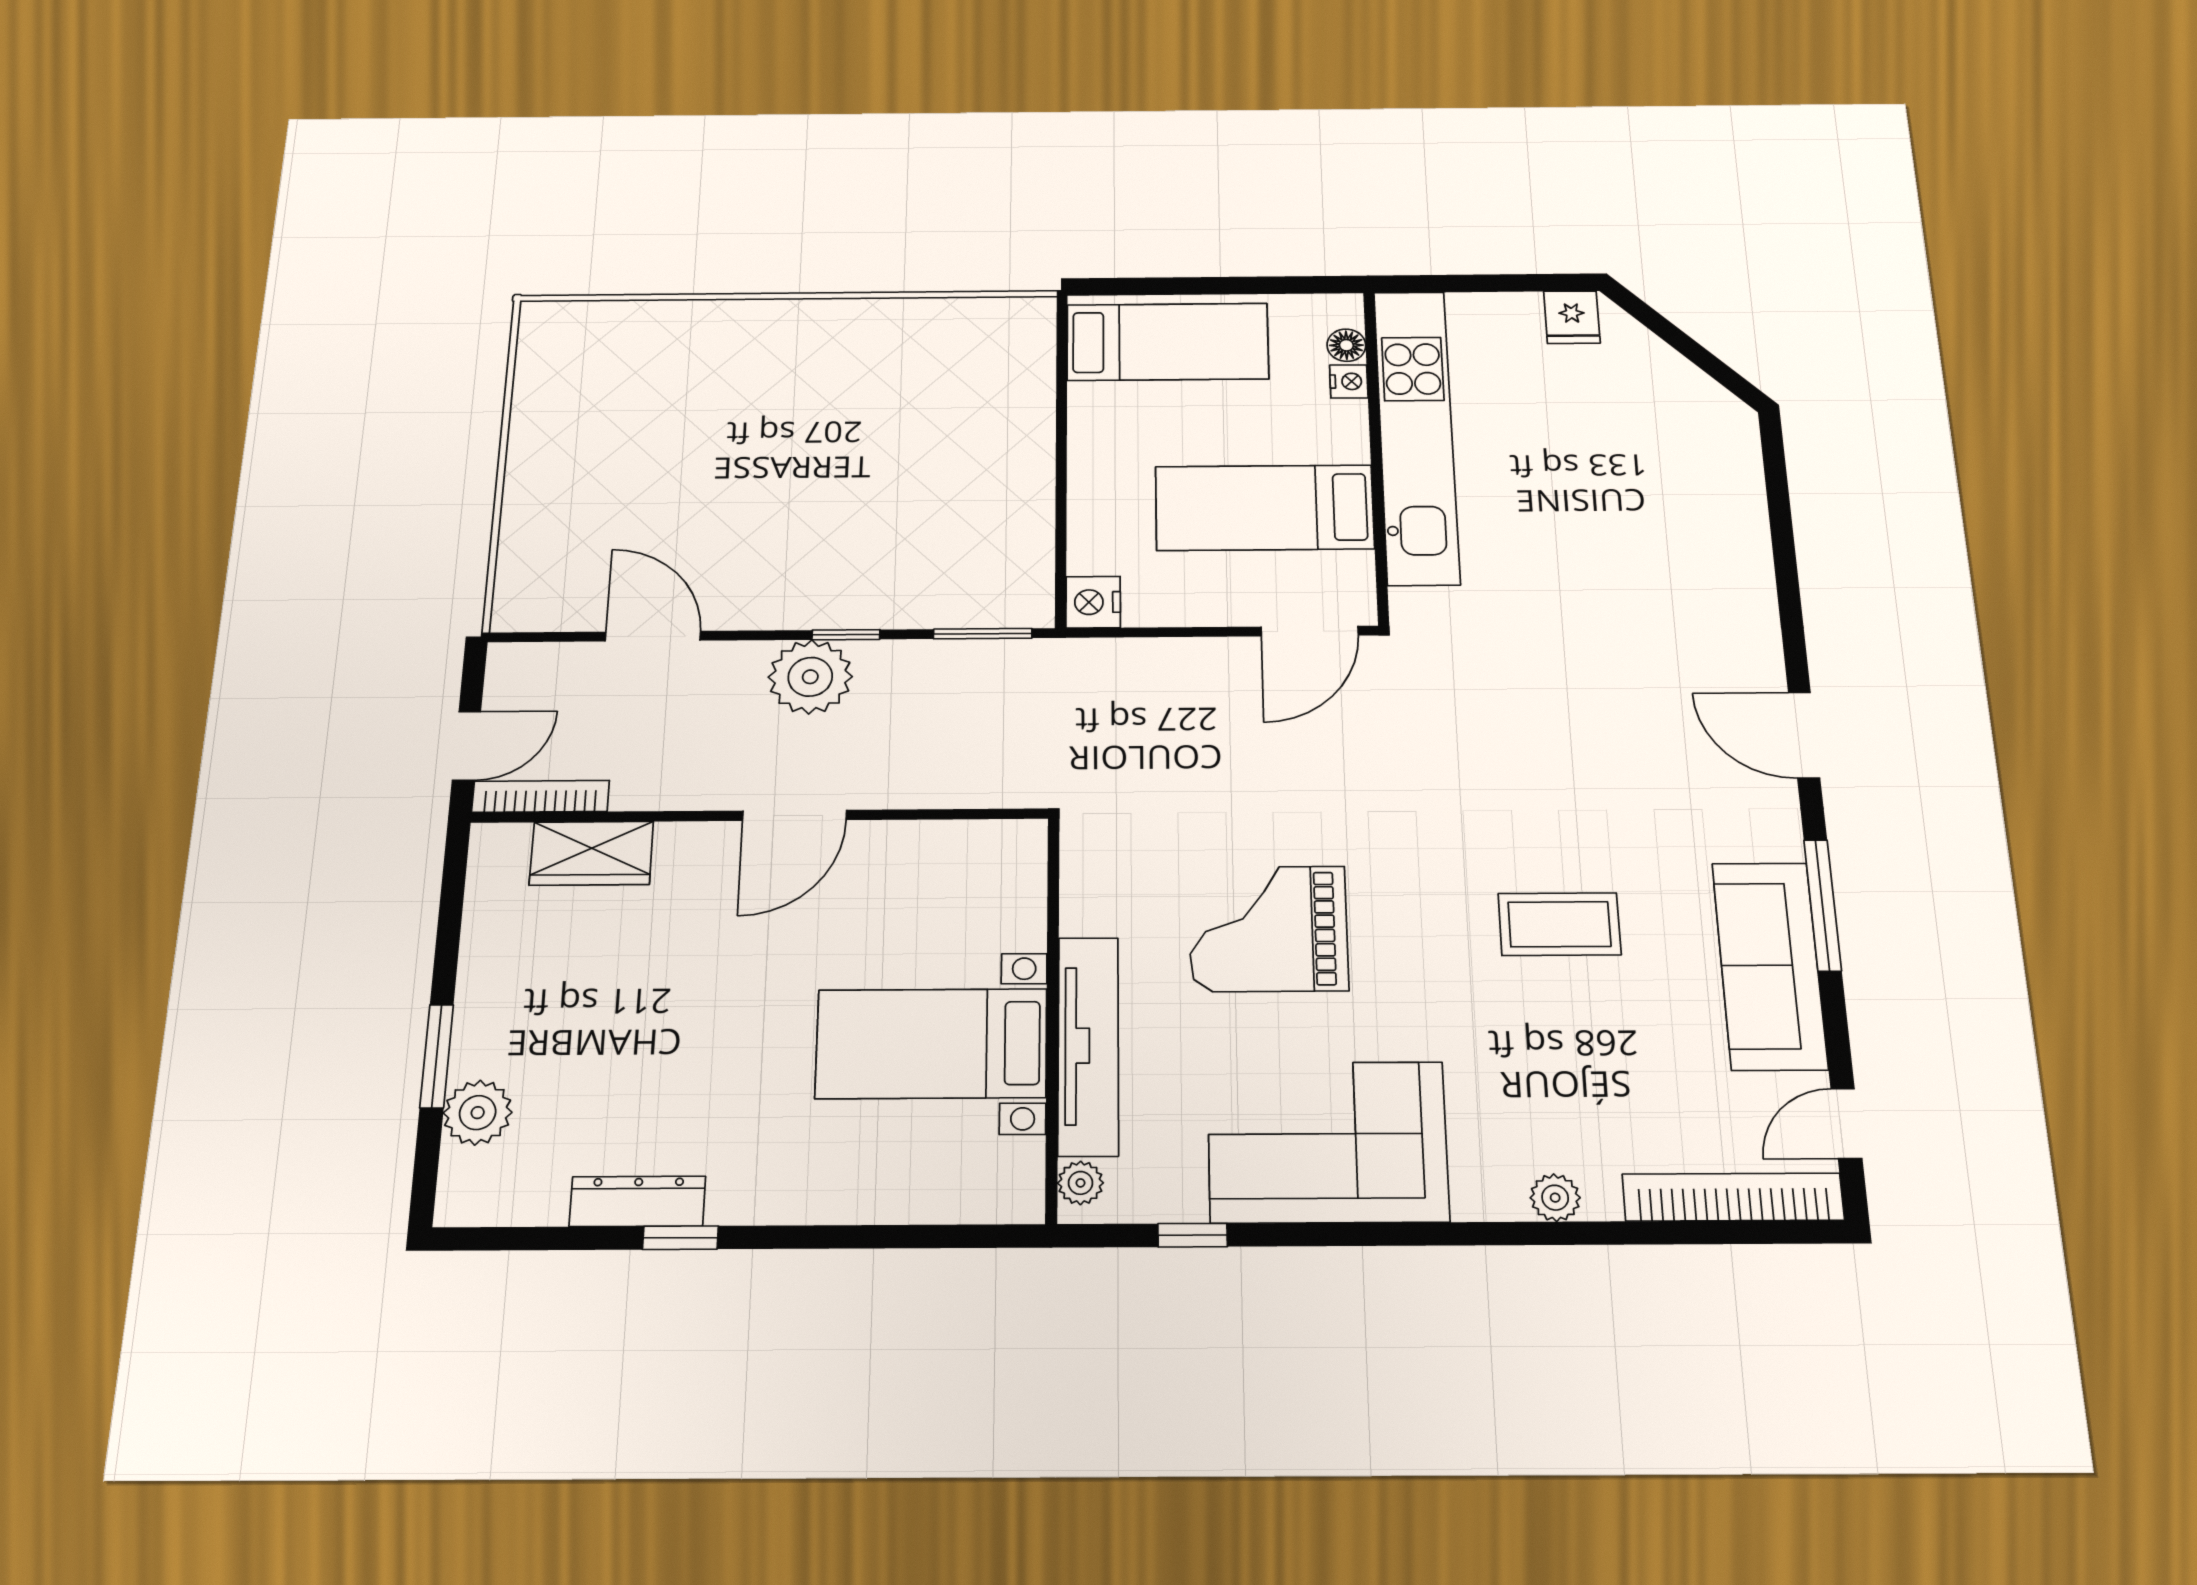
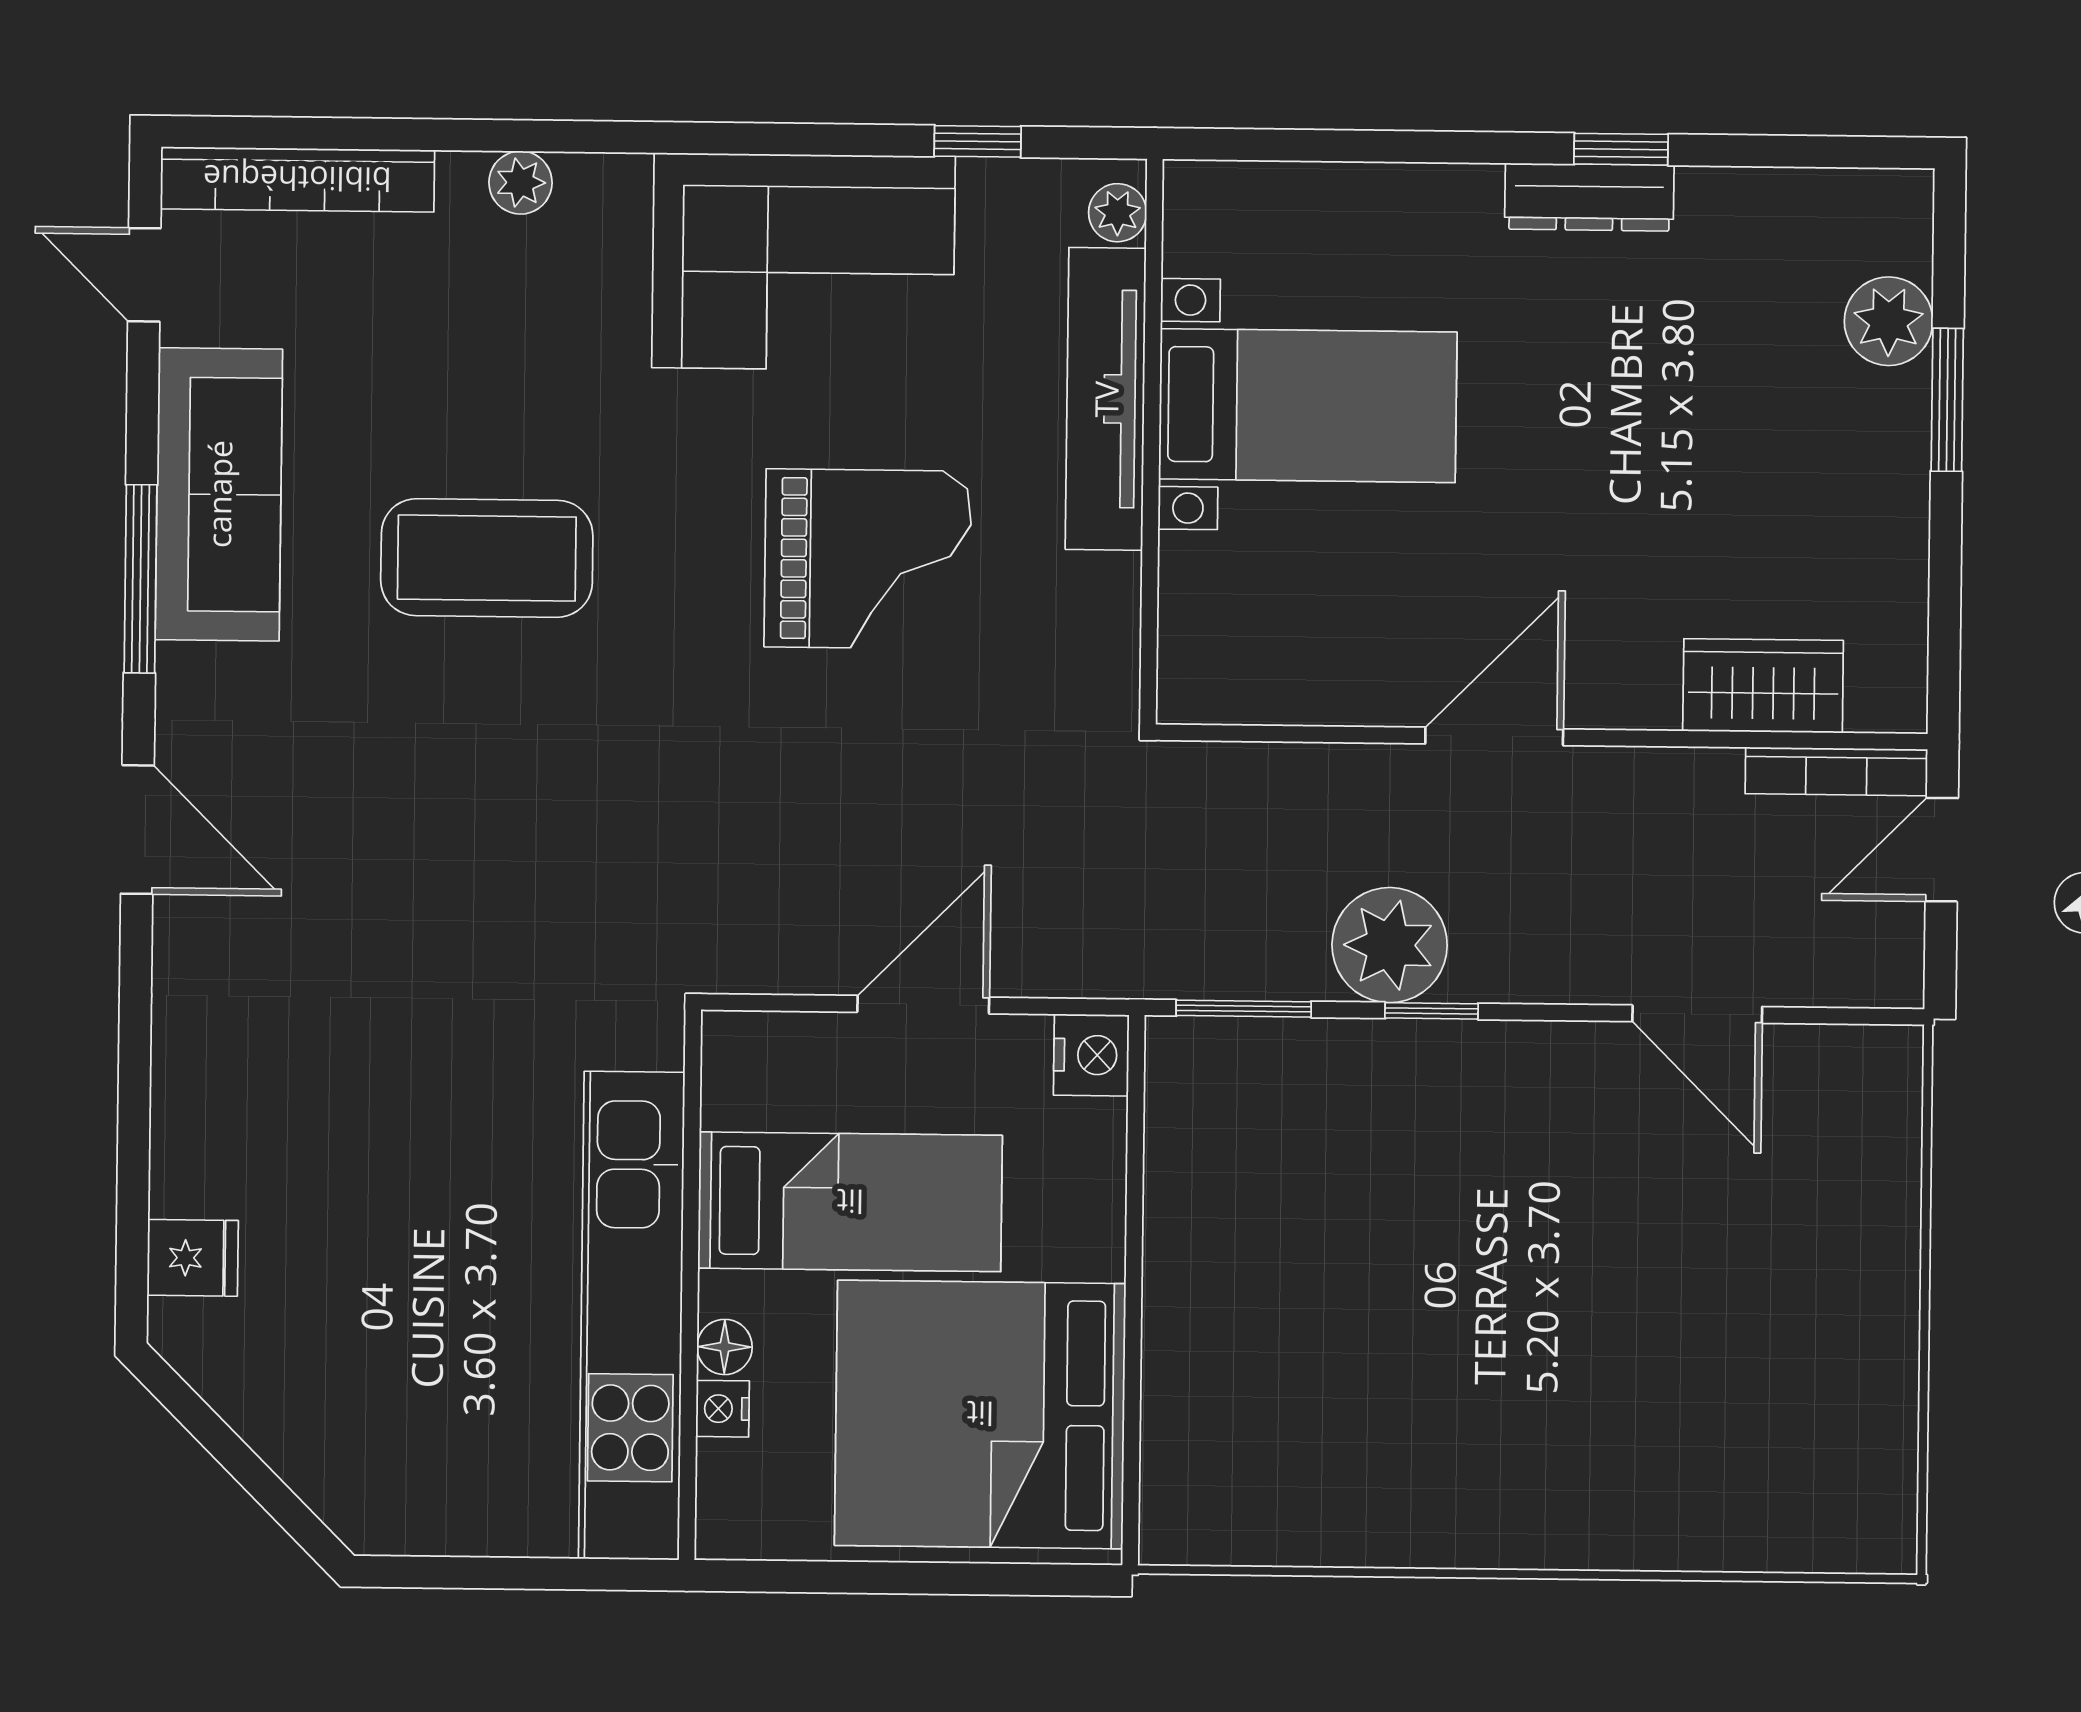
fridge: (1572, 317) -> (193, 1258), moved, turned 90
bed: (1168, 342) -> (980, 1414), width x2.04
floor lamp: (1346, 345) -> (725, 1347), moved
door: (1310, 631) -> (923, 1005), moved
plant: (810, 677) -> (1390, 945), moved
coffee table: (1559, 924) -> (487, 558), width x1.36, depth x1.32
door: (1846, 1123) -> (144, 275), swing flipped
dresser: (637, 1201) -> (1589, 197), moved

